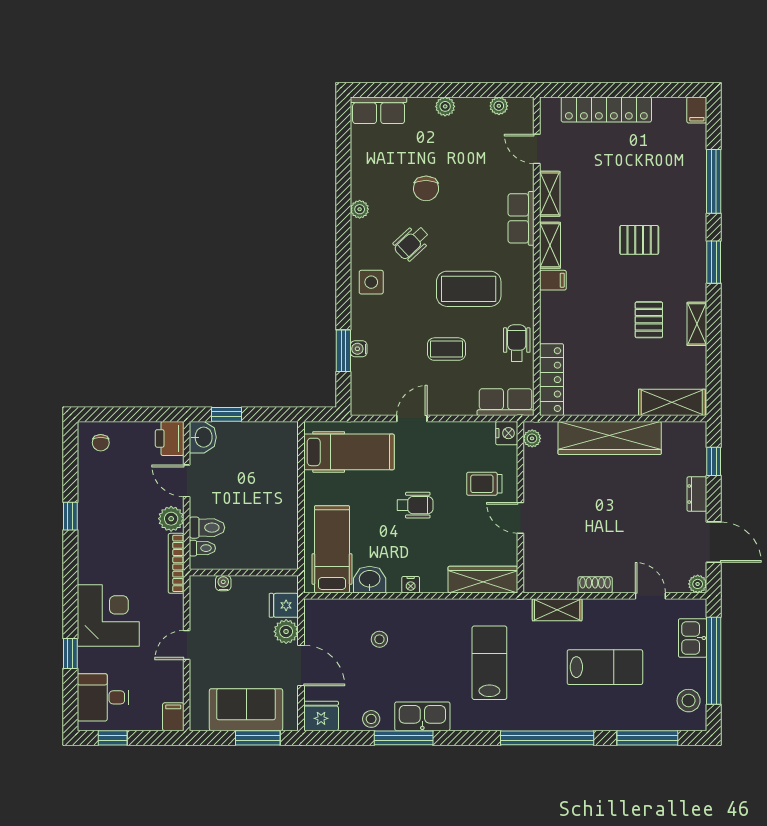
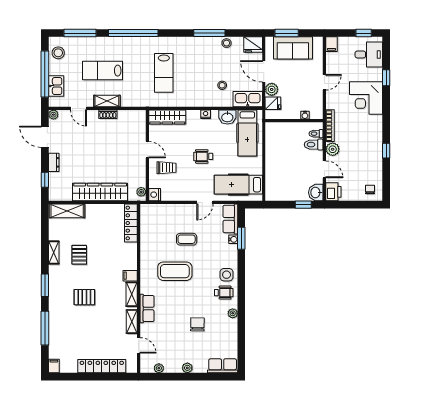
wheelchair: (412, 243) -> (224, 293), moved, turned 43
wheelchair: (517, 343) -> (149, 242), removed
row of seats: (506, 402) -> (230, 219), moved, turned 90
shelving: (557, 610) -> (107, 101), moved
kitchen sink: (422, 716) -> (248, 99), moved, turned 180

